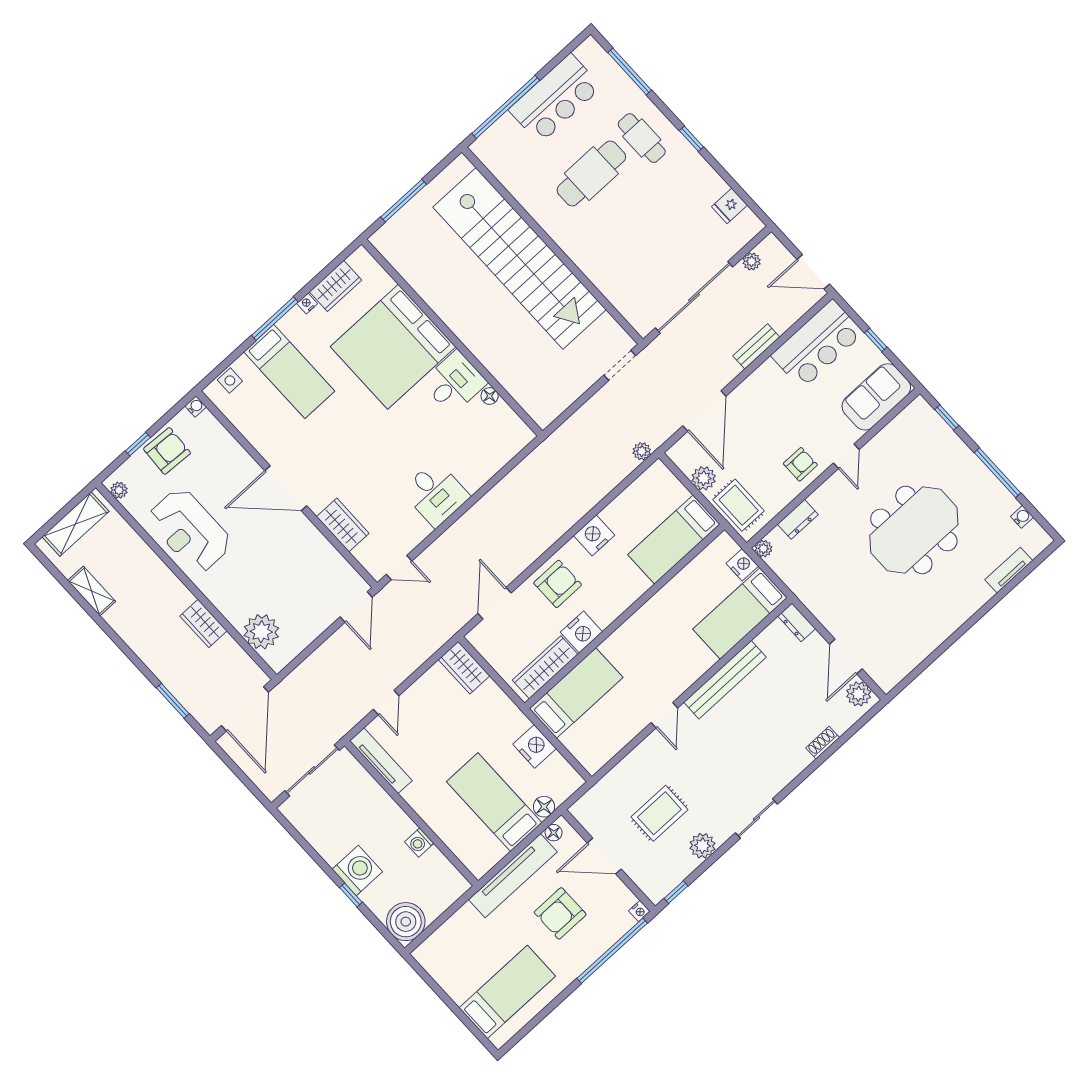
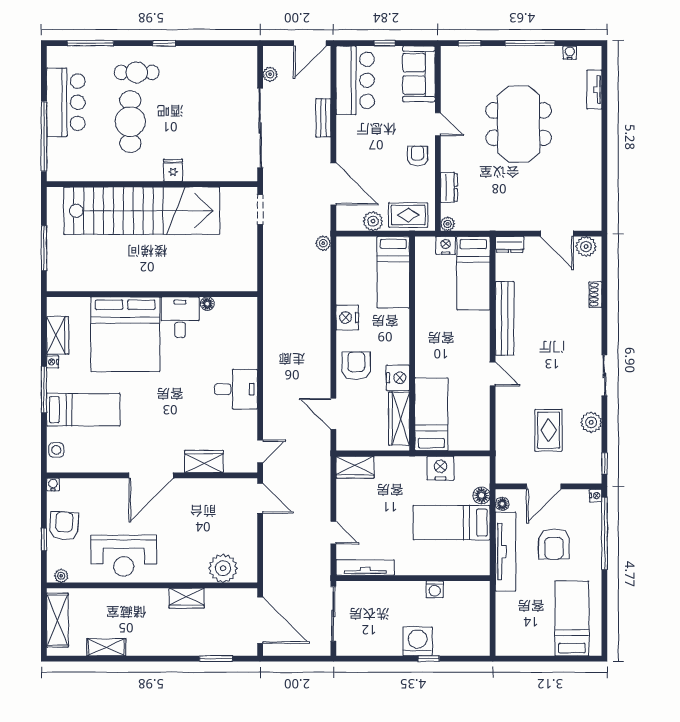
fridge: (729, 206) -> (173, 170), moved, turned 180
boiler: (406, 922) -> (475, 640), removed

